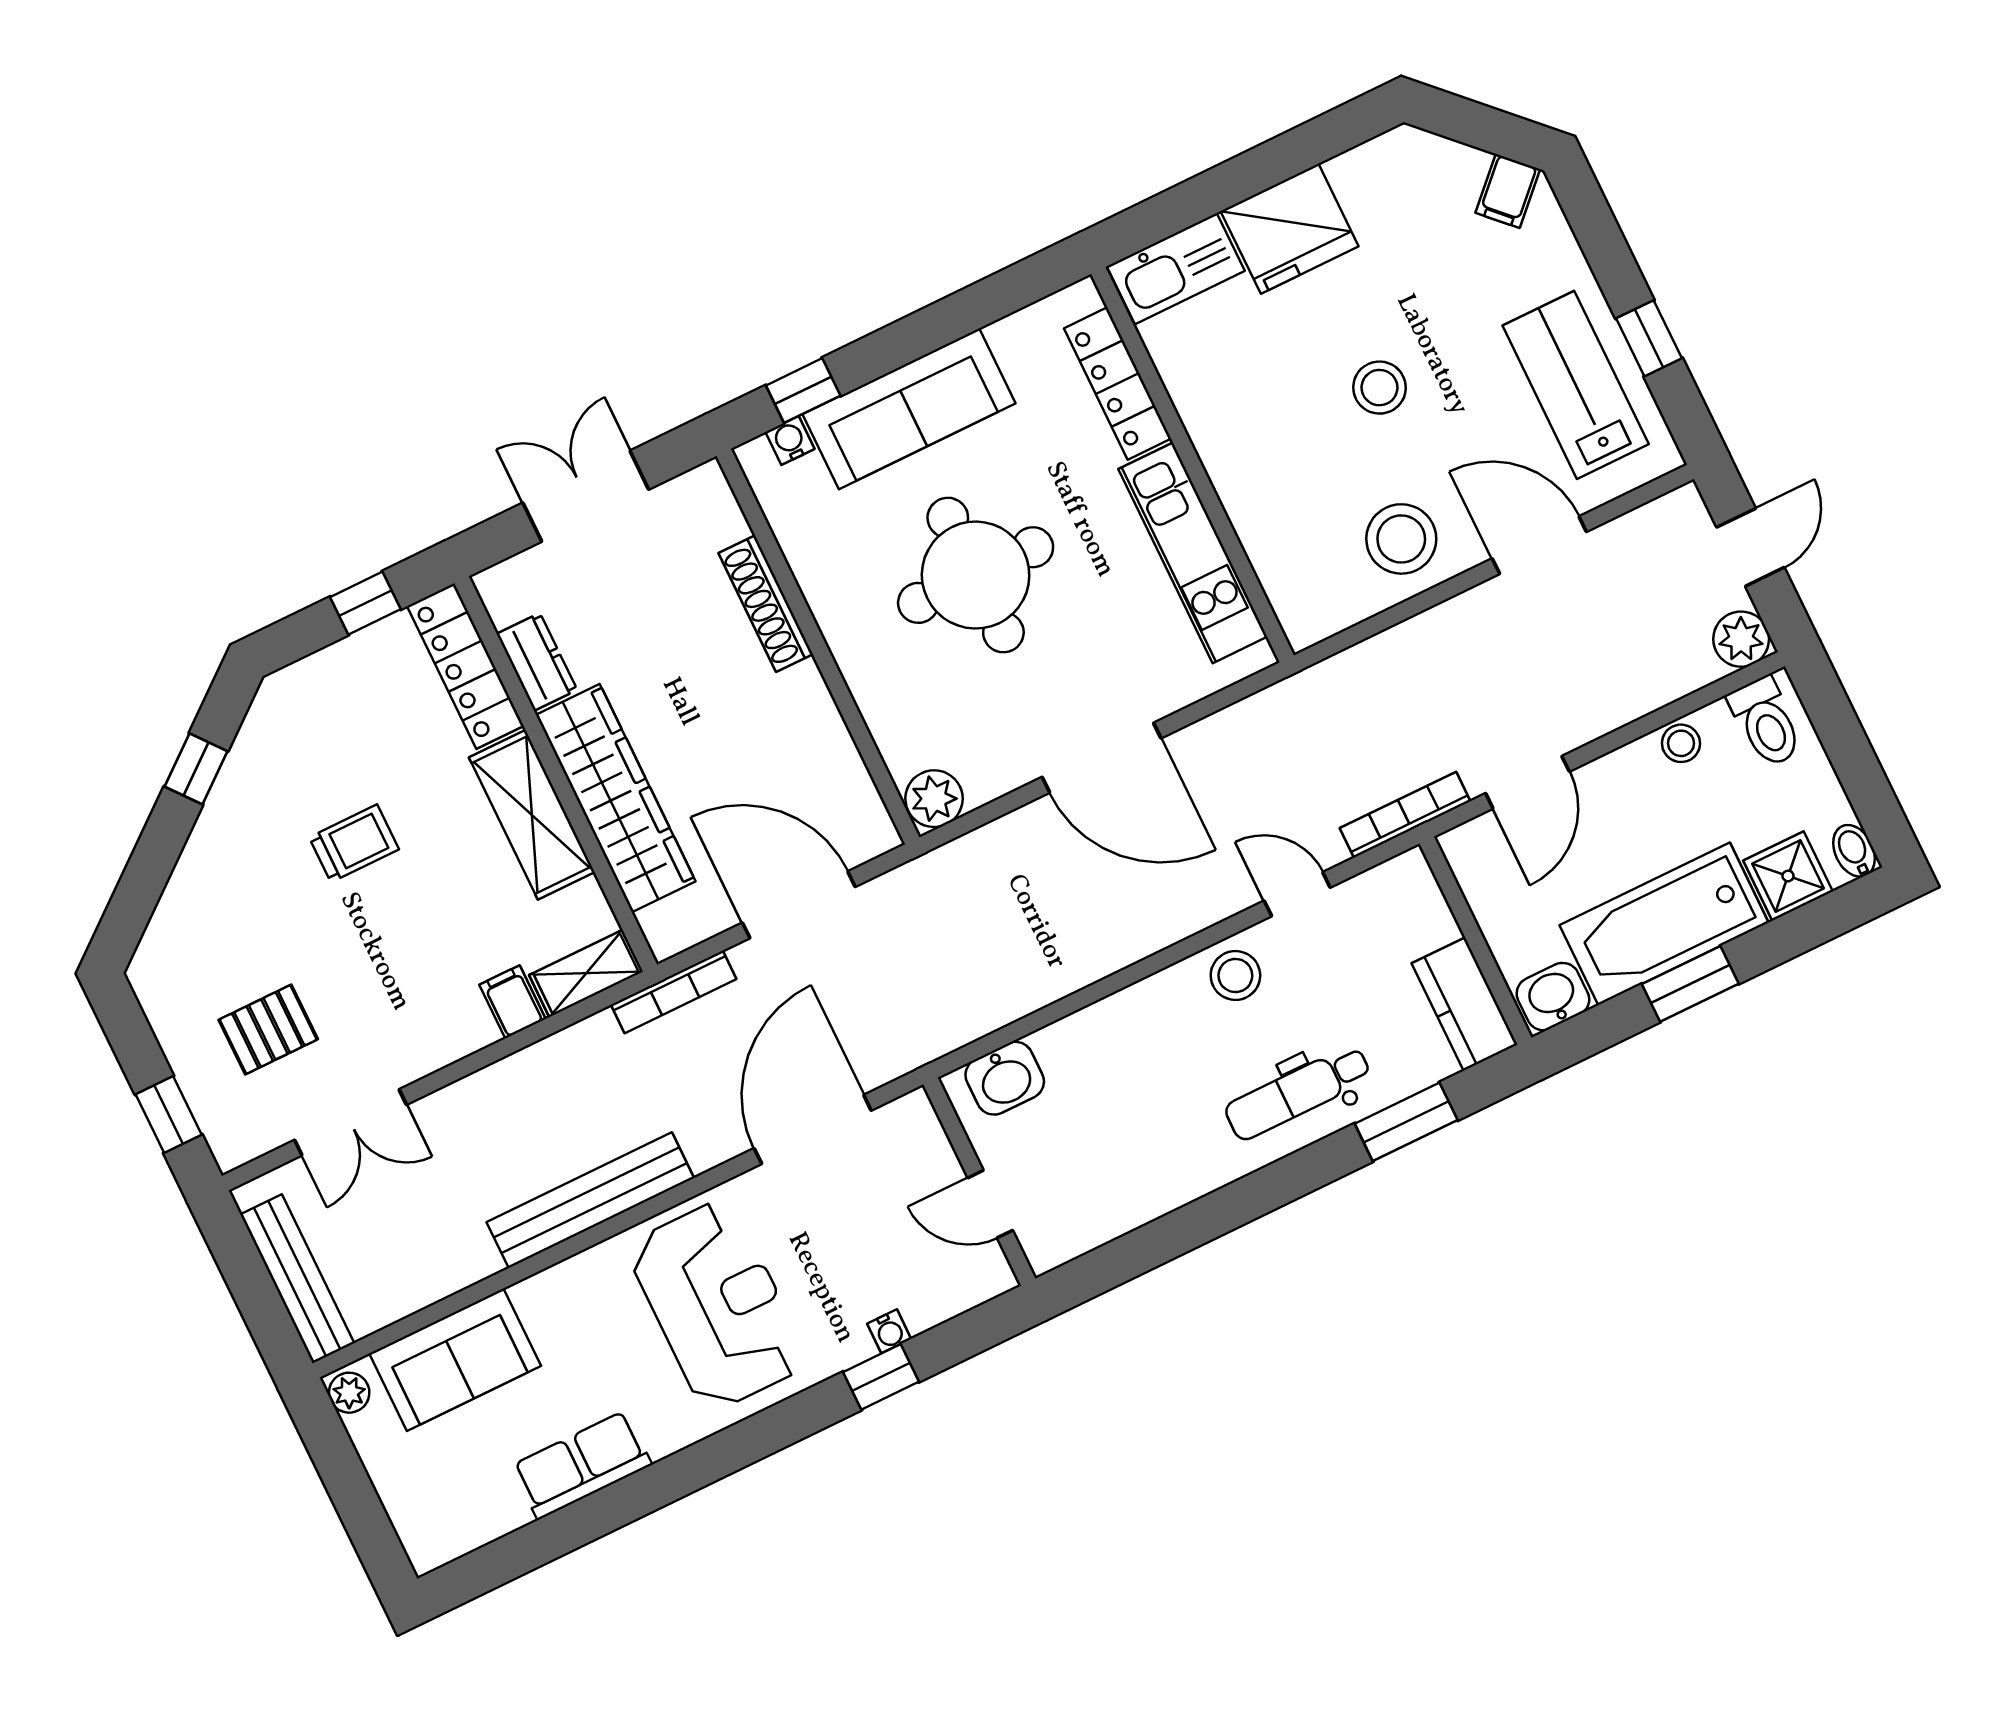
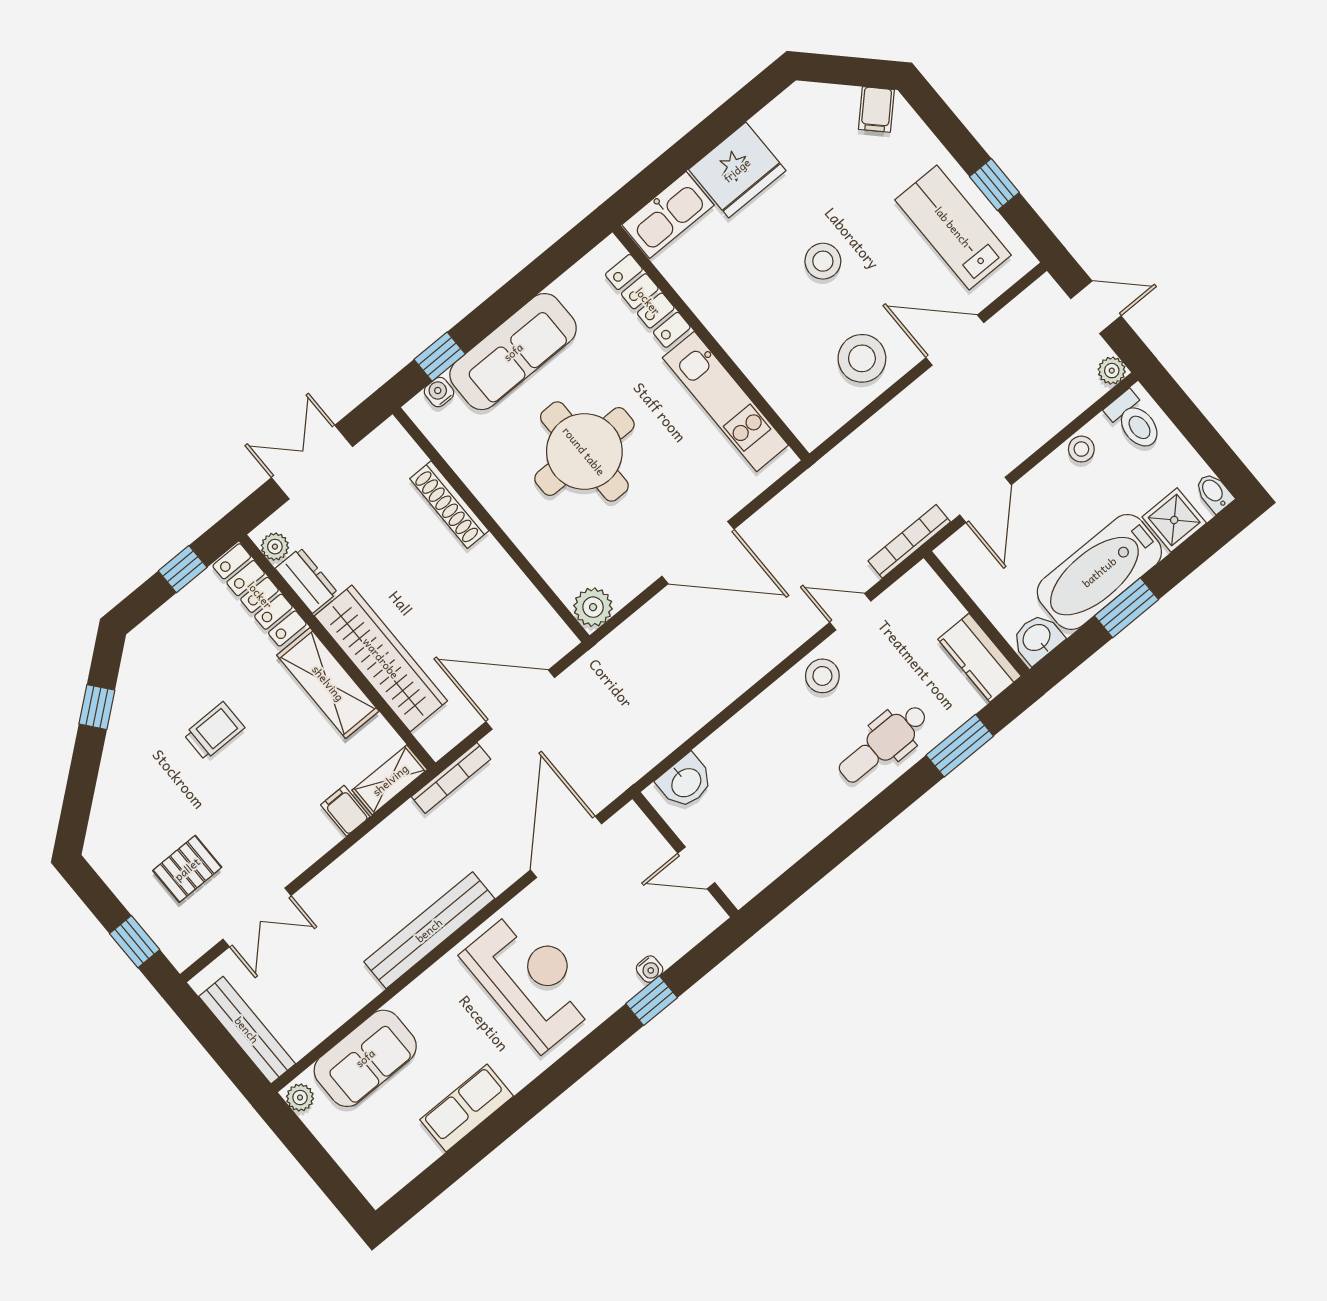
door: (1750, 547) -> (1096, 307), hinge flipped
plant: (504, 603) -> (275, 547), added
plant: (1741, 639) -> (1112, 371), width x0.73, depth x0.73

